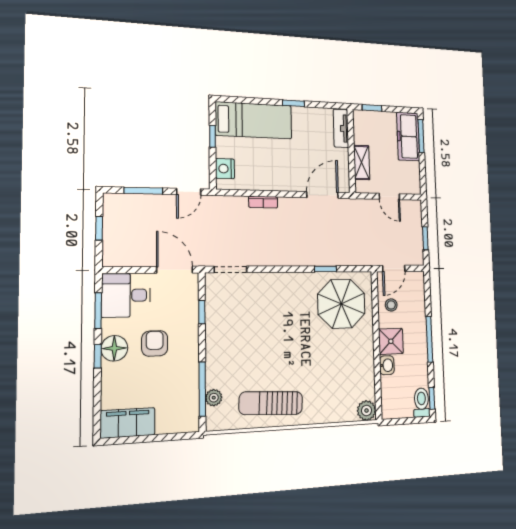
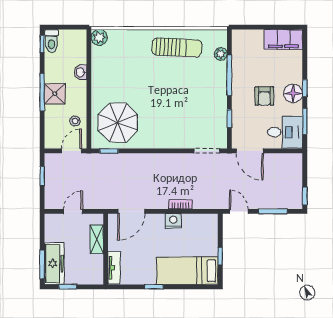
window: (372, 108) -> (68, 287), moved
nightstand: (225, 169) -> (173, 221), moved, turned -90
door: (189, 192) -> (239, 211), hinge flipped
door: (389, 196) -> (73, 211), hinge flipped
window: (99, 228) -> (305, 196), moved
window: (326, 269) -> (109, 151), moved
shower: (391, 341) -> (55, 94), moved
window: (202, 389) -> (229, 75), moved

